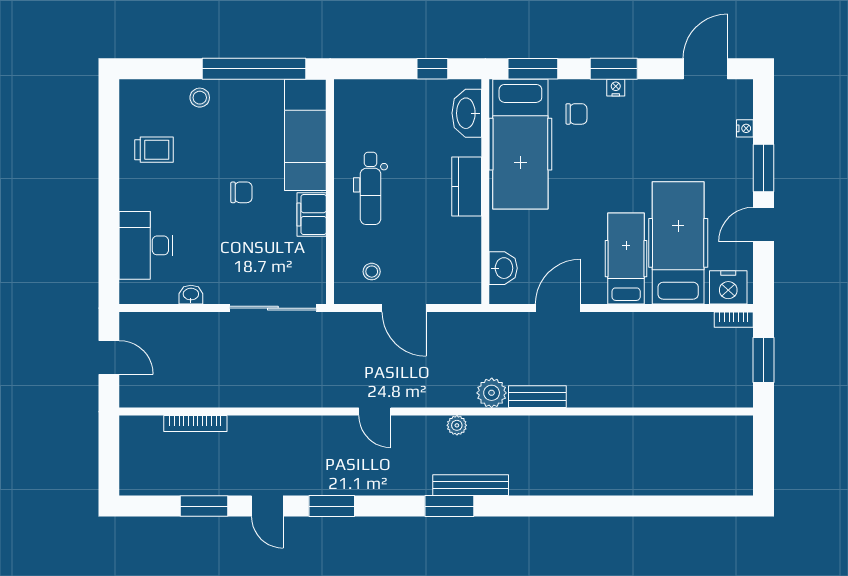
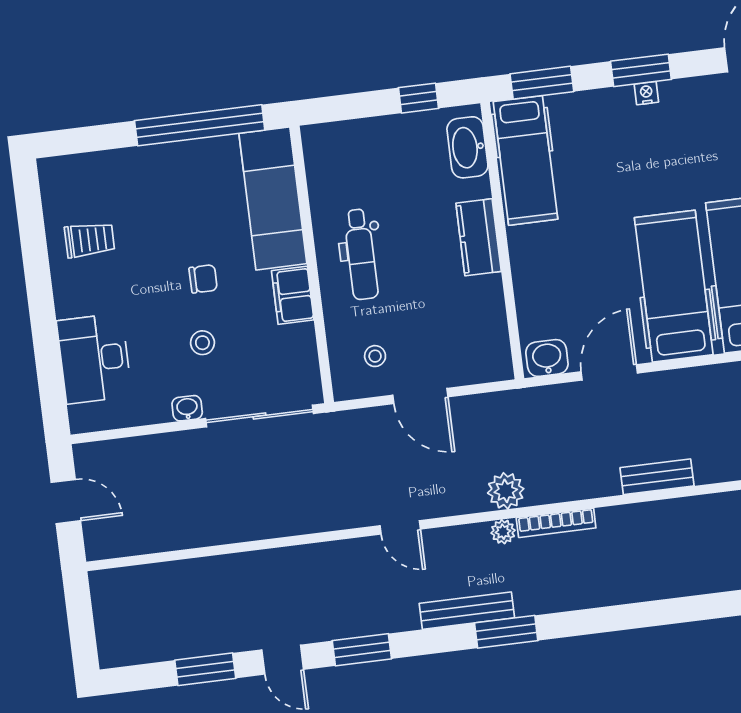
stool: (200, 98) -> (202, 343), moved
chair: (576, 114) -> (602, 131), removed
hospital bed: (520, 144) -> (525, 160), width x0.73, depth x0.78
hospital bed: (626, 259) -> (674, 286), width x1.37, depth x1.29
washbasin: (503, 268) -> (547, 358), moved, turned -90
washbasin: (191, 295) -> (187, 408), moved
plant: (492, 393) -> (506, 491), moved
bench: (537, 397) -> (657, 477), moved
bookcase: (195, 424) -> (556, 523), moved
bench: (471, 485) -> (467, 611), moved

